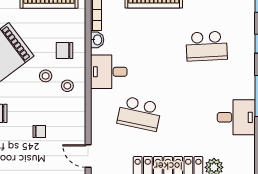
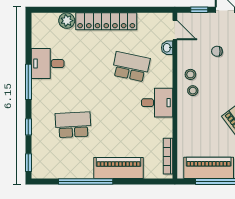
washbasin: (97, 40) -> (167, 48), moved
chair: (64, 51) -> (195, 121), removed
stool: (46, 76) -> (190, 74), moved

